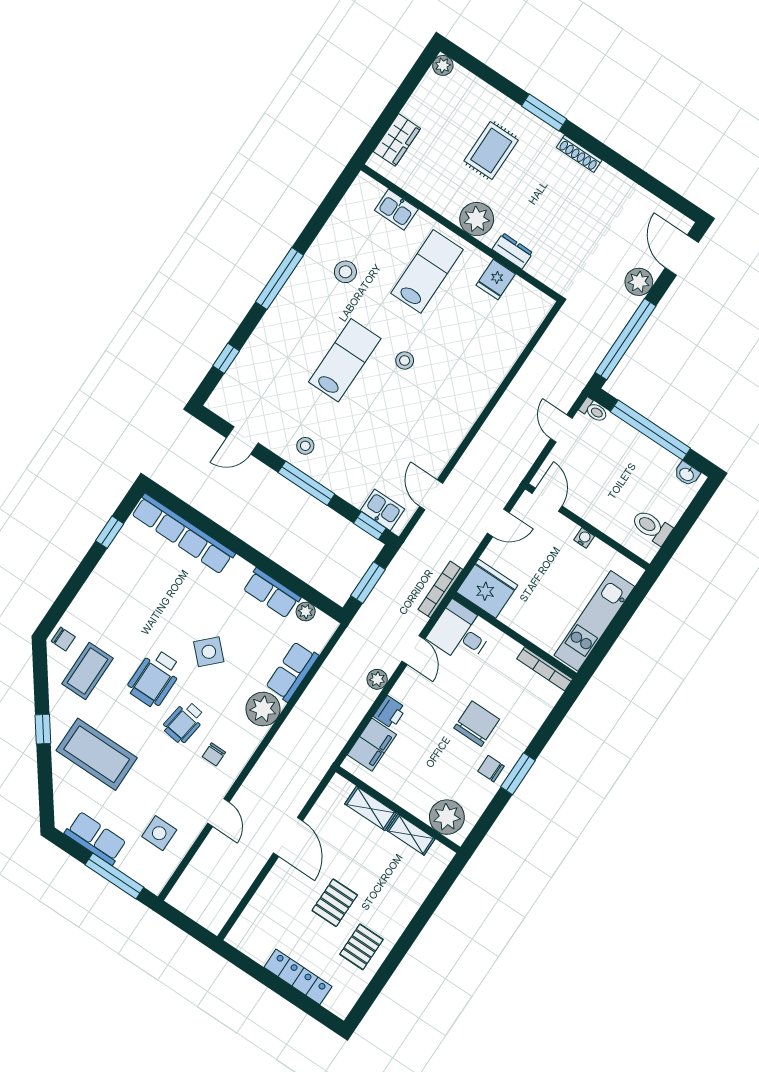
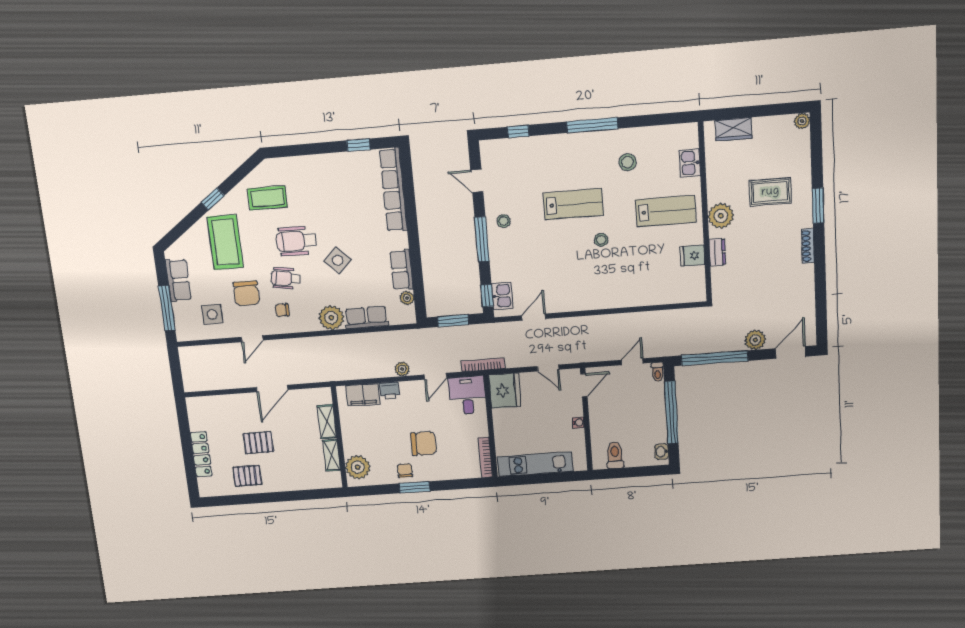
chair: (63, 639) -> (246, 293), moved, width x1.87, depth x1.87

